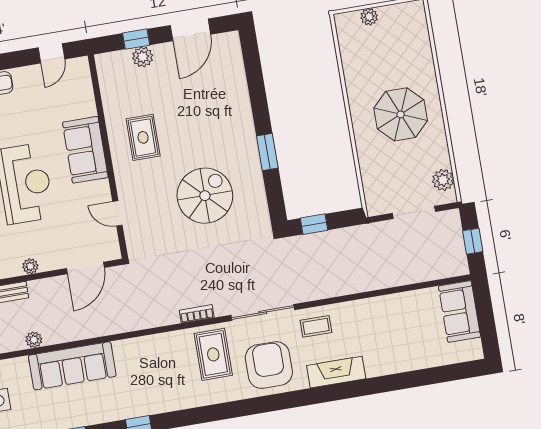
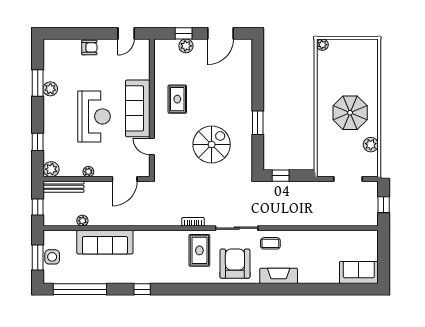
plant: (369, 17) -> (322, 45), moved
sofa: (85, 150) -> (138, 108), width x1.36
plant: (443, 180) -> (371, 145), moved
sofa: (460, 311) -> (359, 272), moved, turned 90

